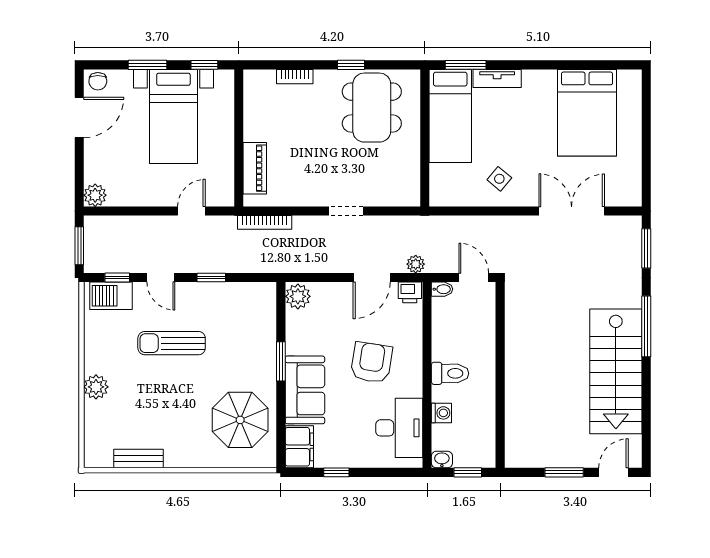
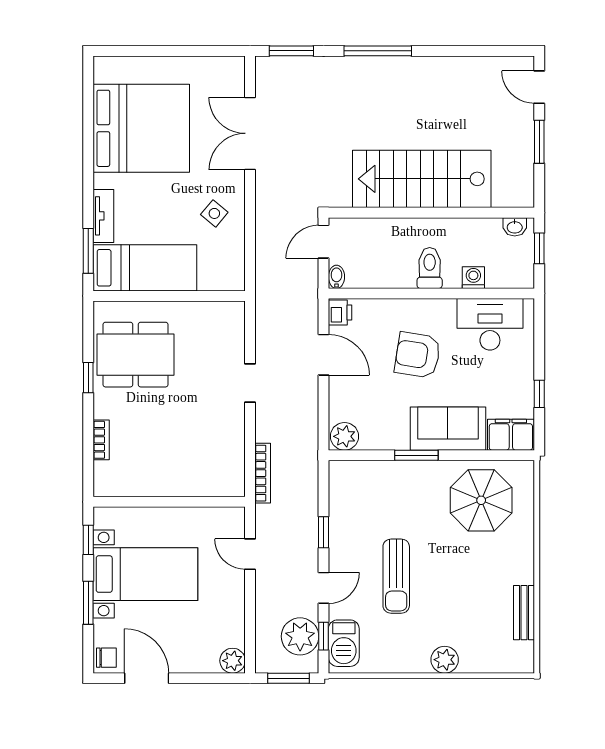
bed: (587, 113) -> (141, 128), width x1.36
piano: (255, 168) -> (203, 484), removed
plant: (416, 264) -> (300, 636), moved, width x1.88, depth x1.88
stairs: (616, 371) -> (422, 179), moved, turned 180
washbasin: (442, 460) -> (515, 227), moved, turned -90

